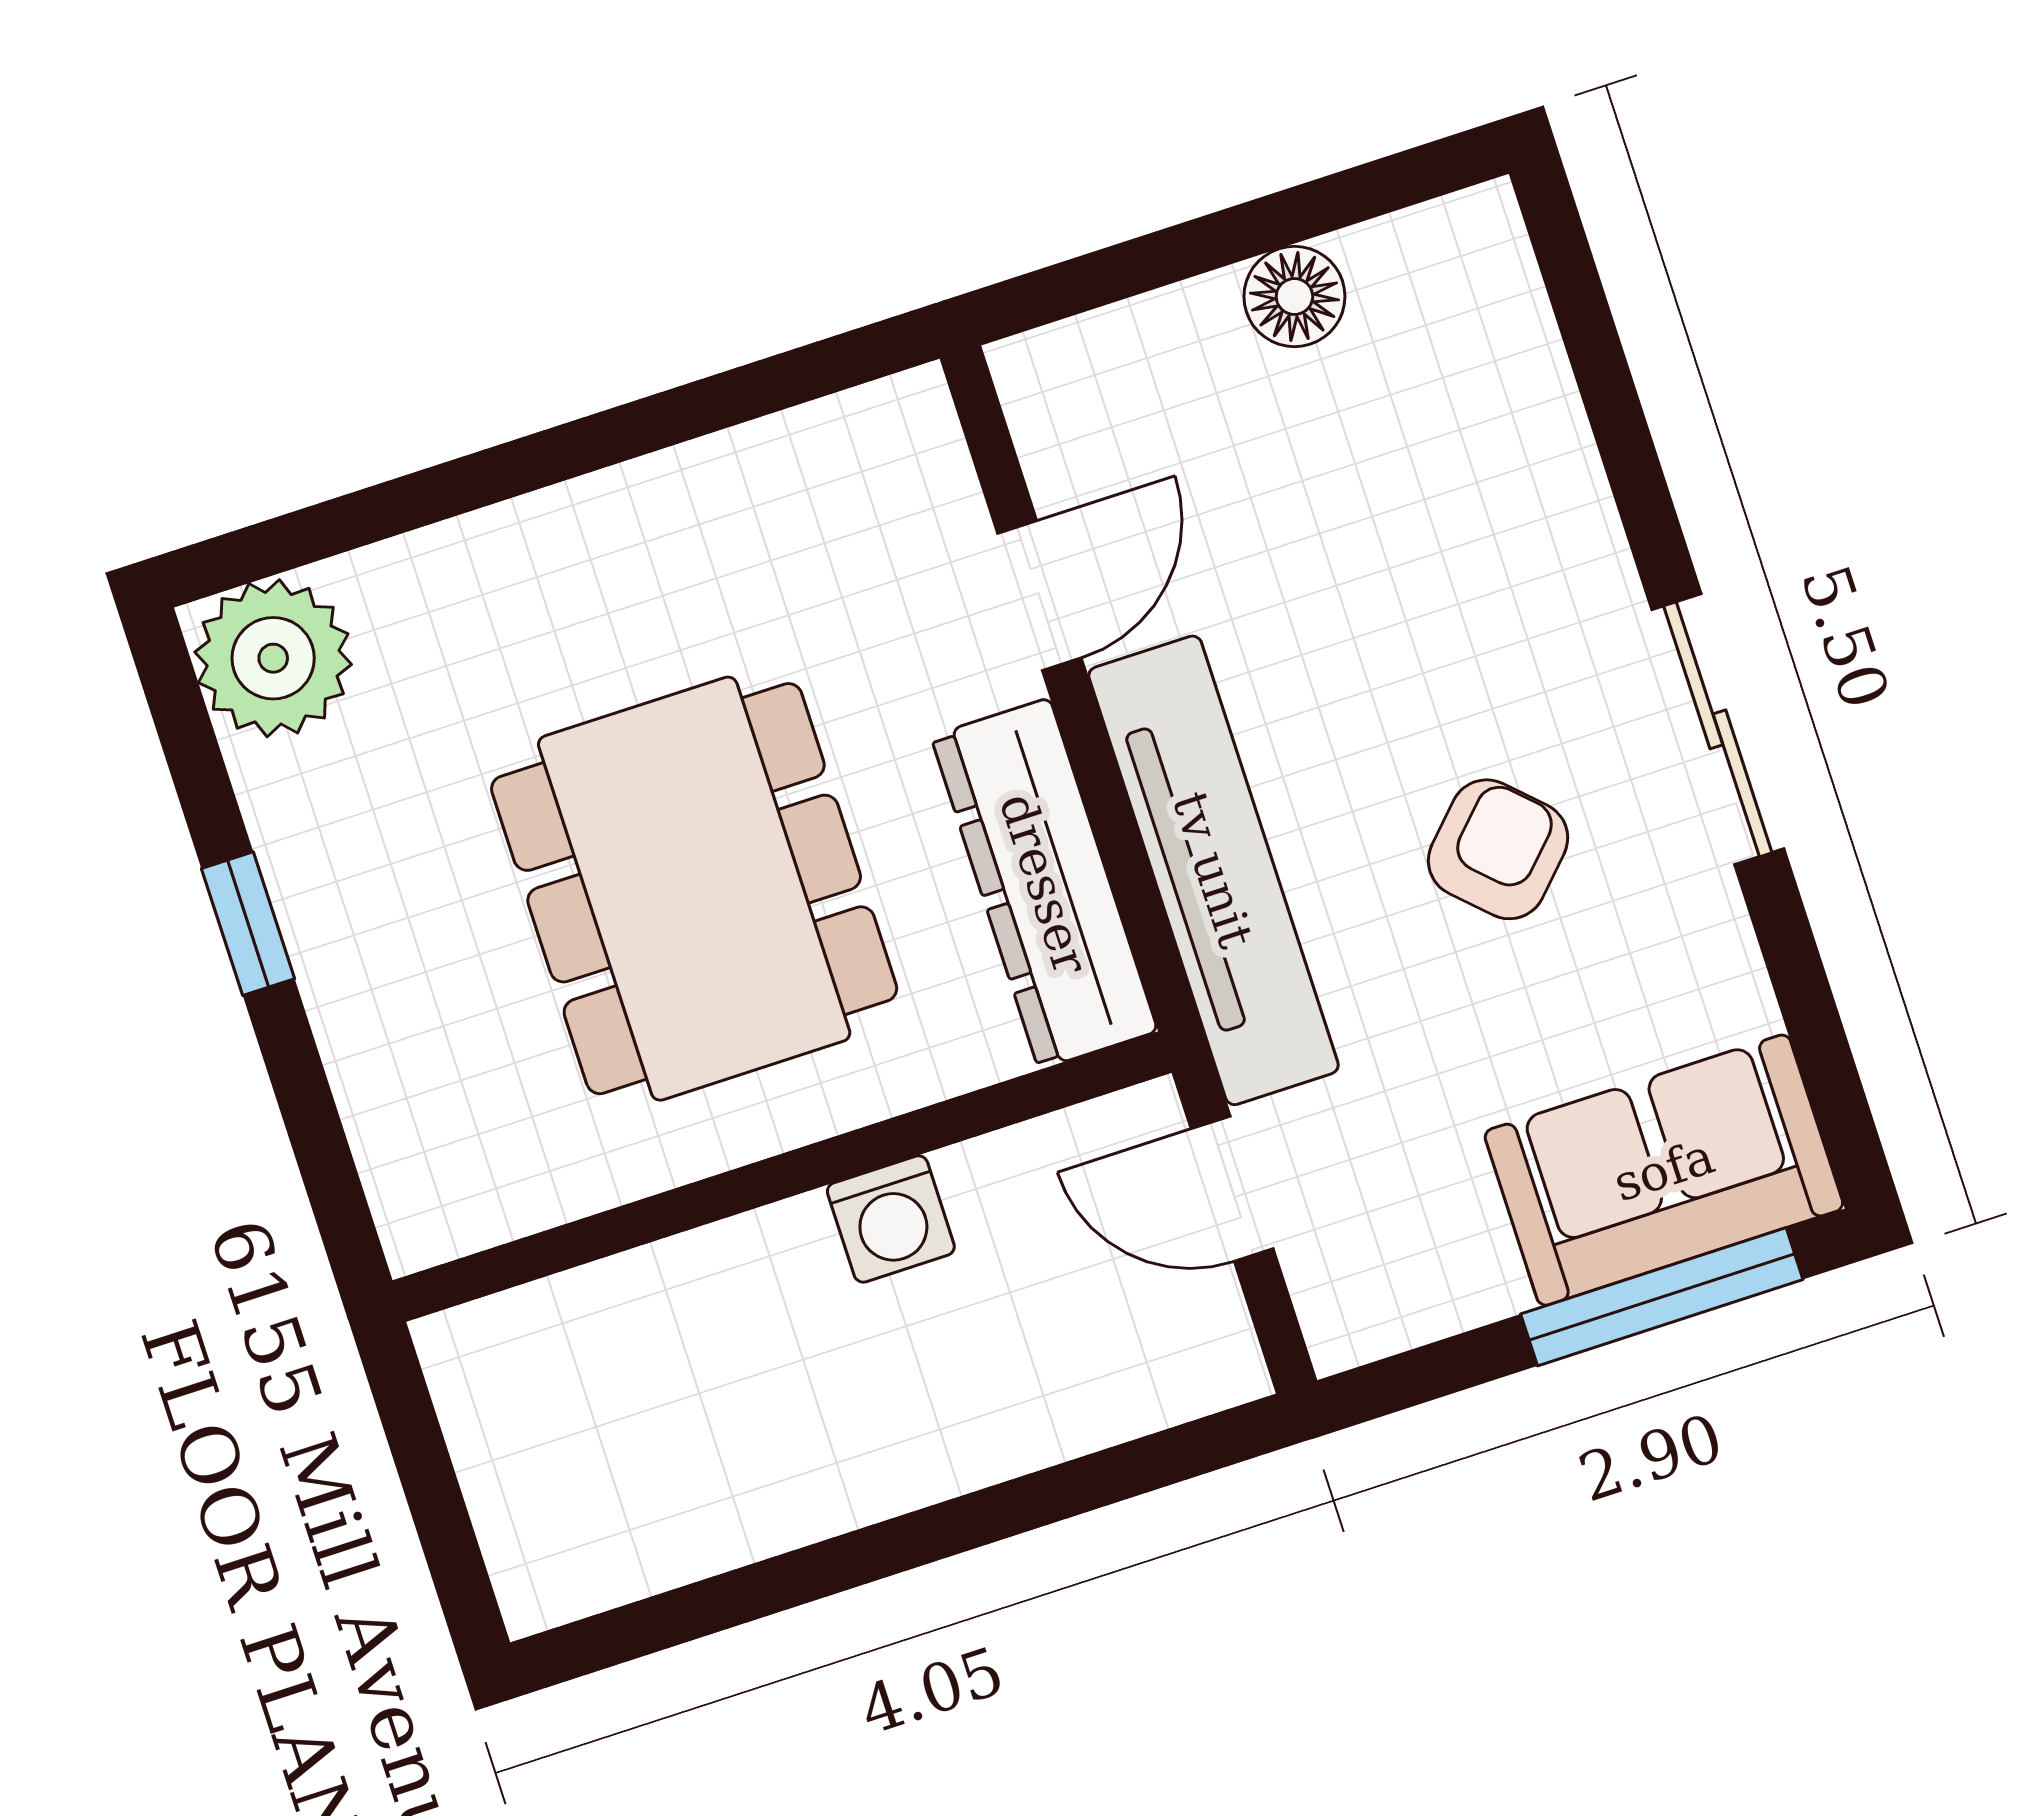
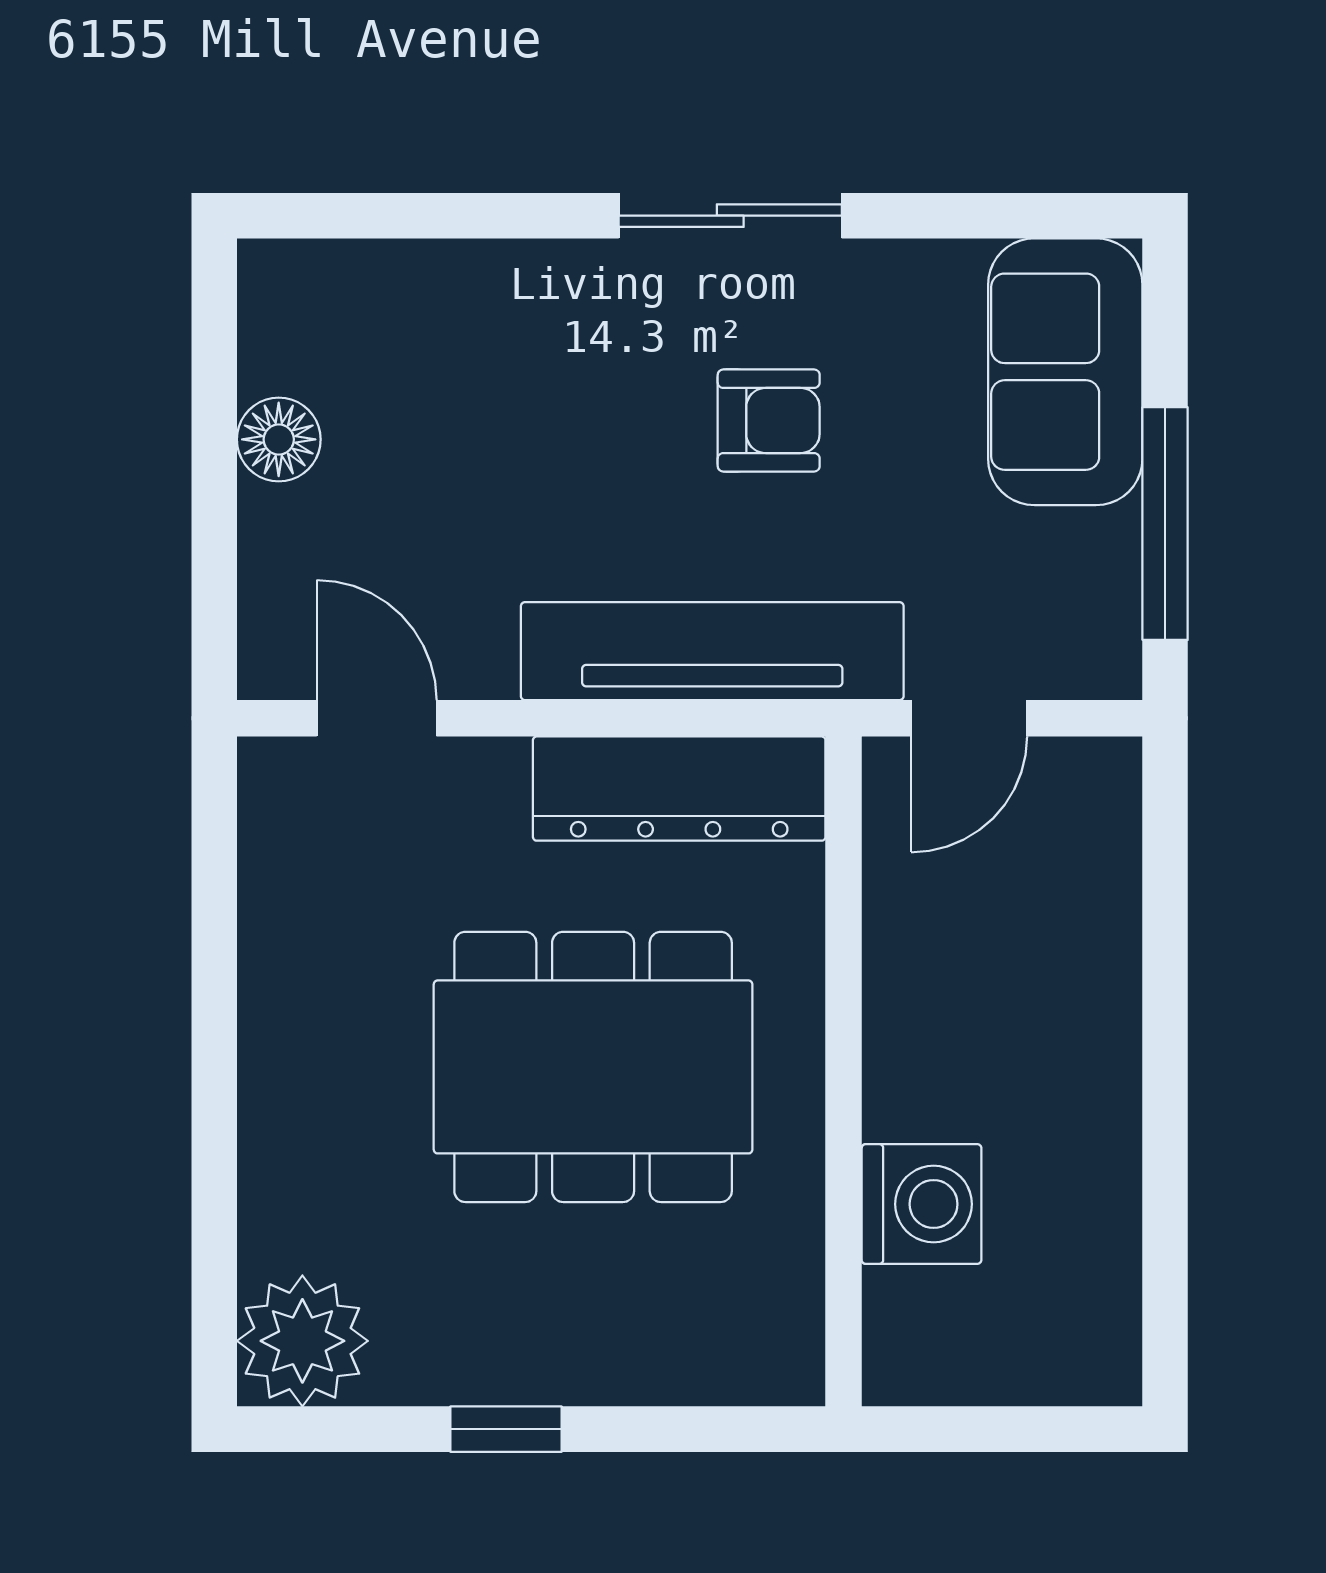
door: (1039, 596) -> (377, 718), moved
armchair: (1498, 849) -> (769, 421), turned 136
washing machine: (891, 1219) -> (922, 1204), moved, width x1.38, depth x1.38
window: (1662, 1297) -> (1165, 524), moved

